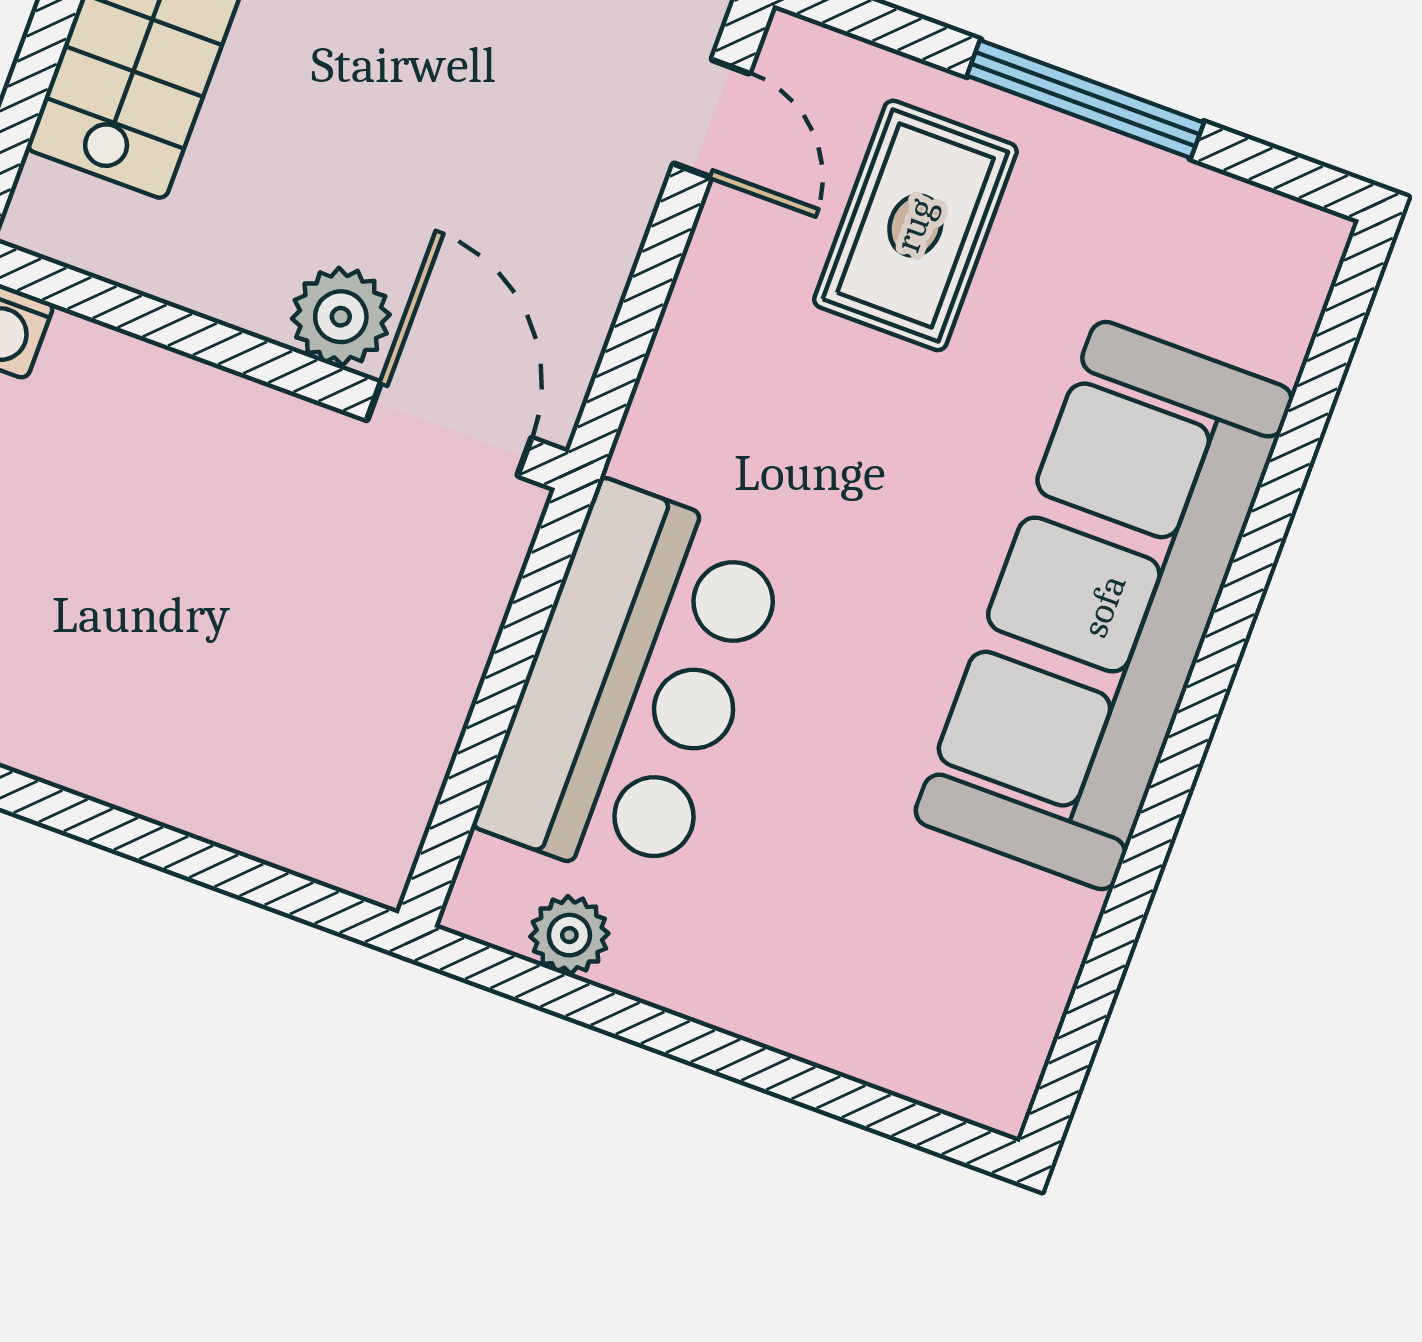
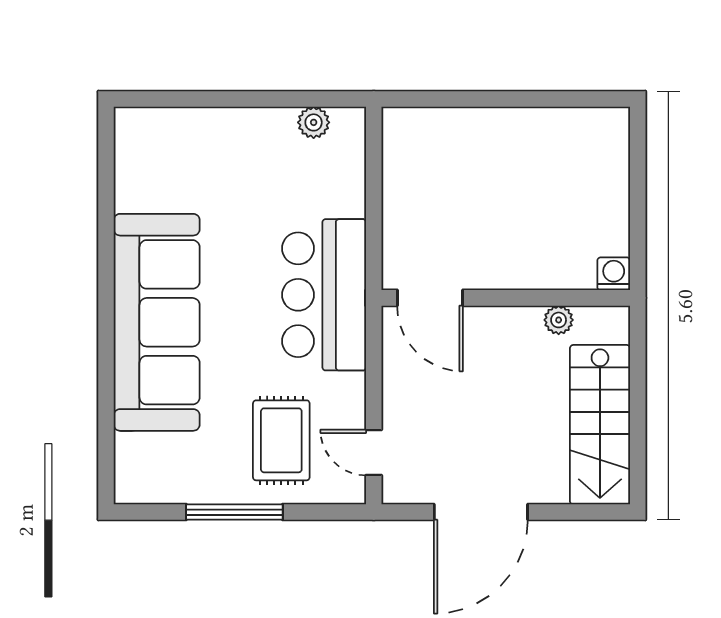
plant: (341, 317) -> (559, 320), moved, width x0.73, depth x0.73
bar counter: (633, 687) -> (324, 295), moved

